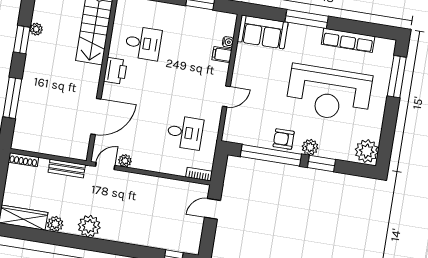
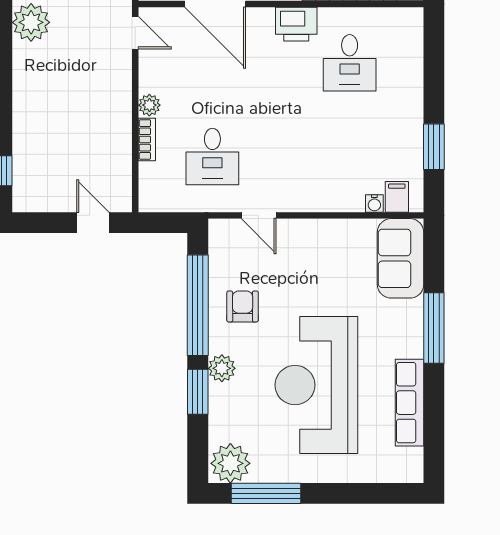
filing cabinet: (222, 55) -> (397, 197), moved
window: (397, 77) -> (266, 493), moved
door: (226, 96) -> (259, 215), moved
armchair: (284, 139) -> (243, 306), moved
plant: (125, 161) -> (149, 105), moved
bookcase: (199, 174) -> (147, 139), moved

